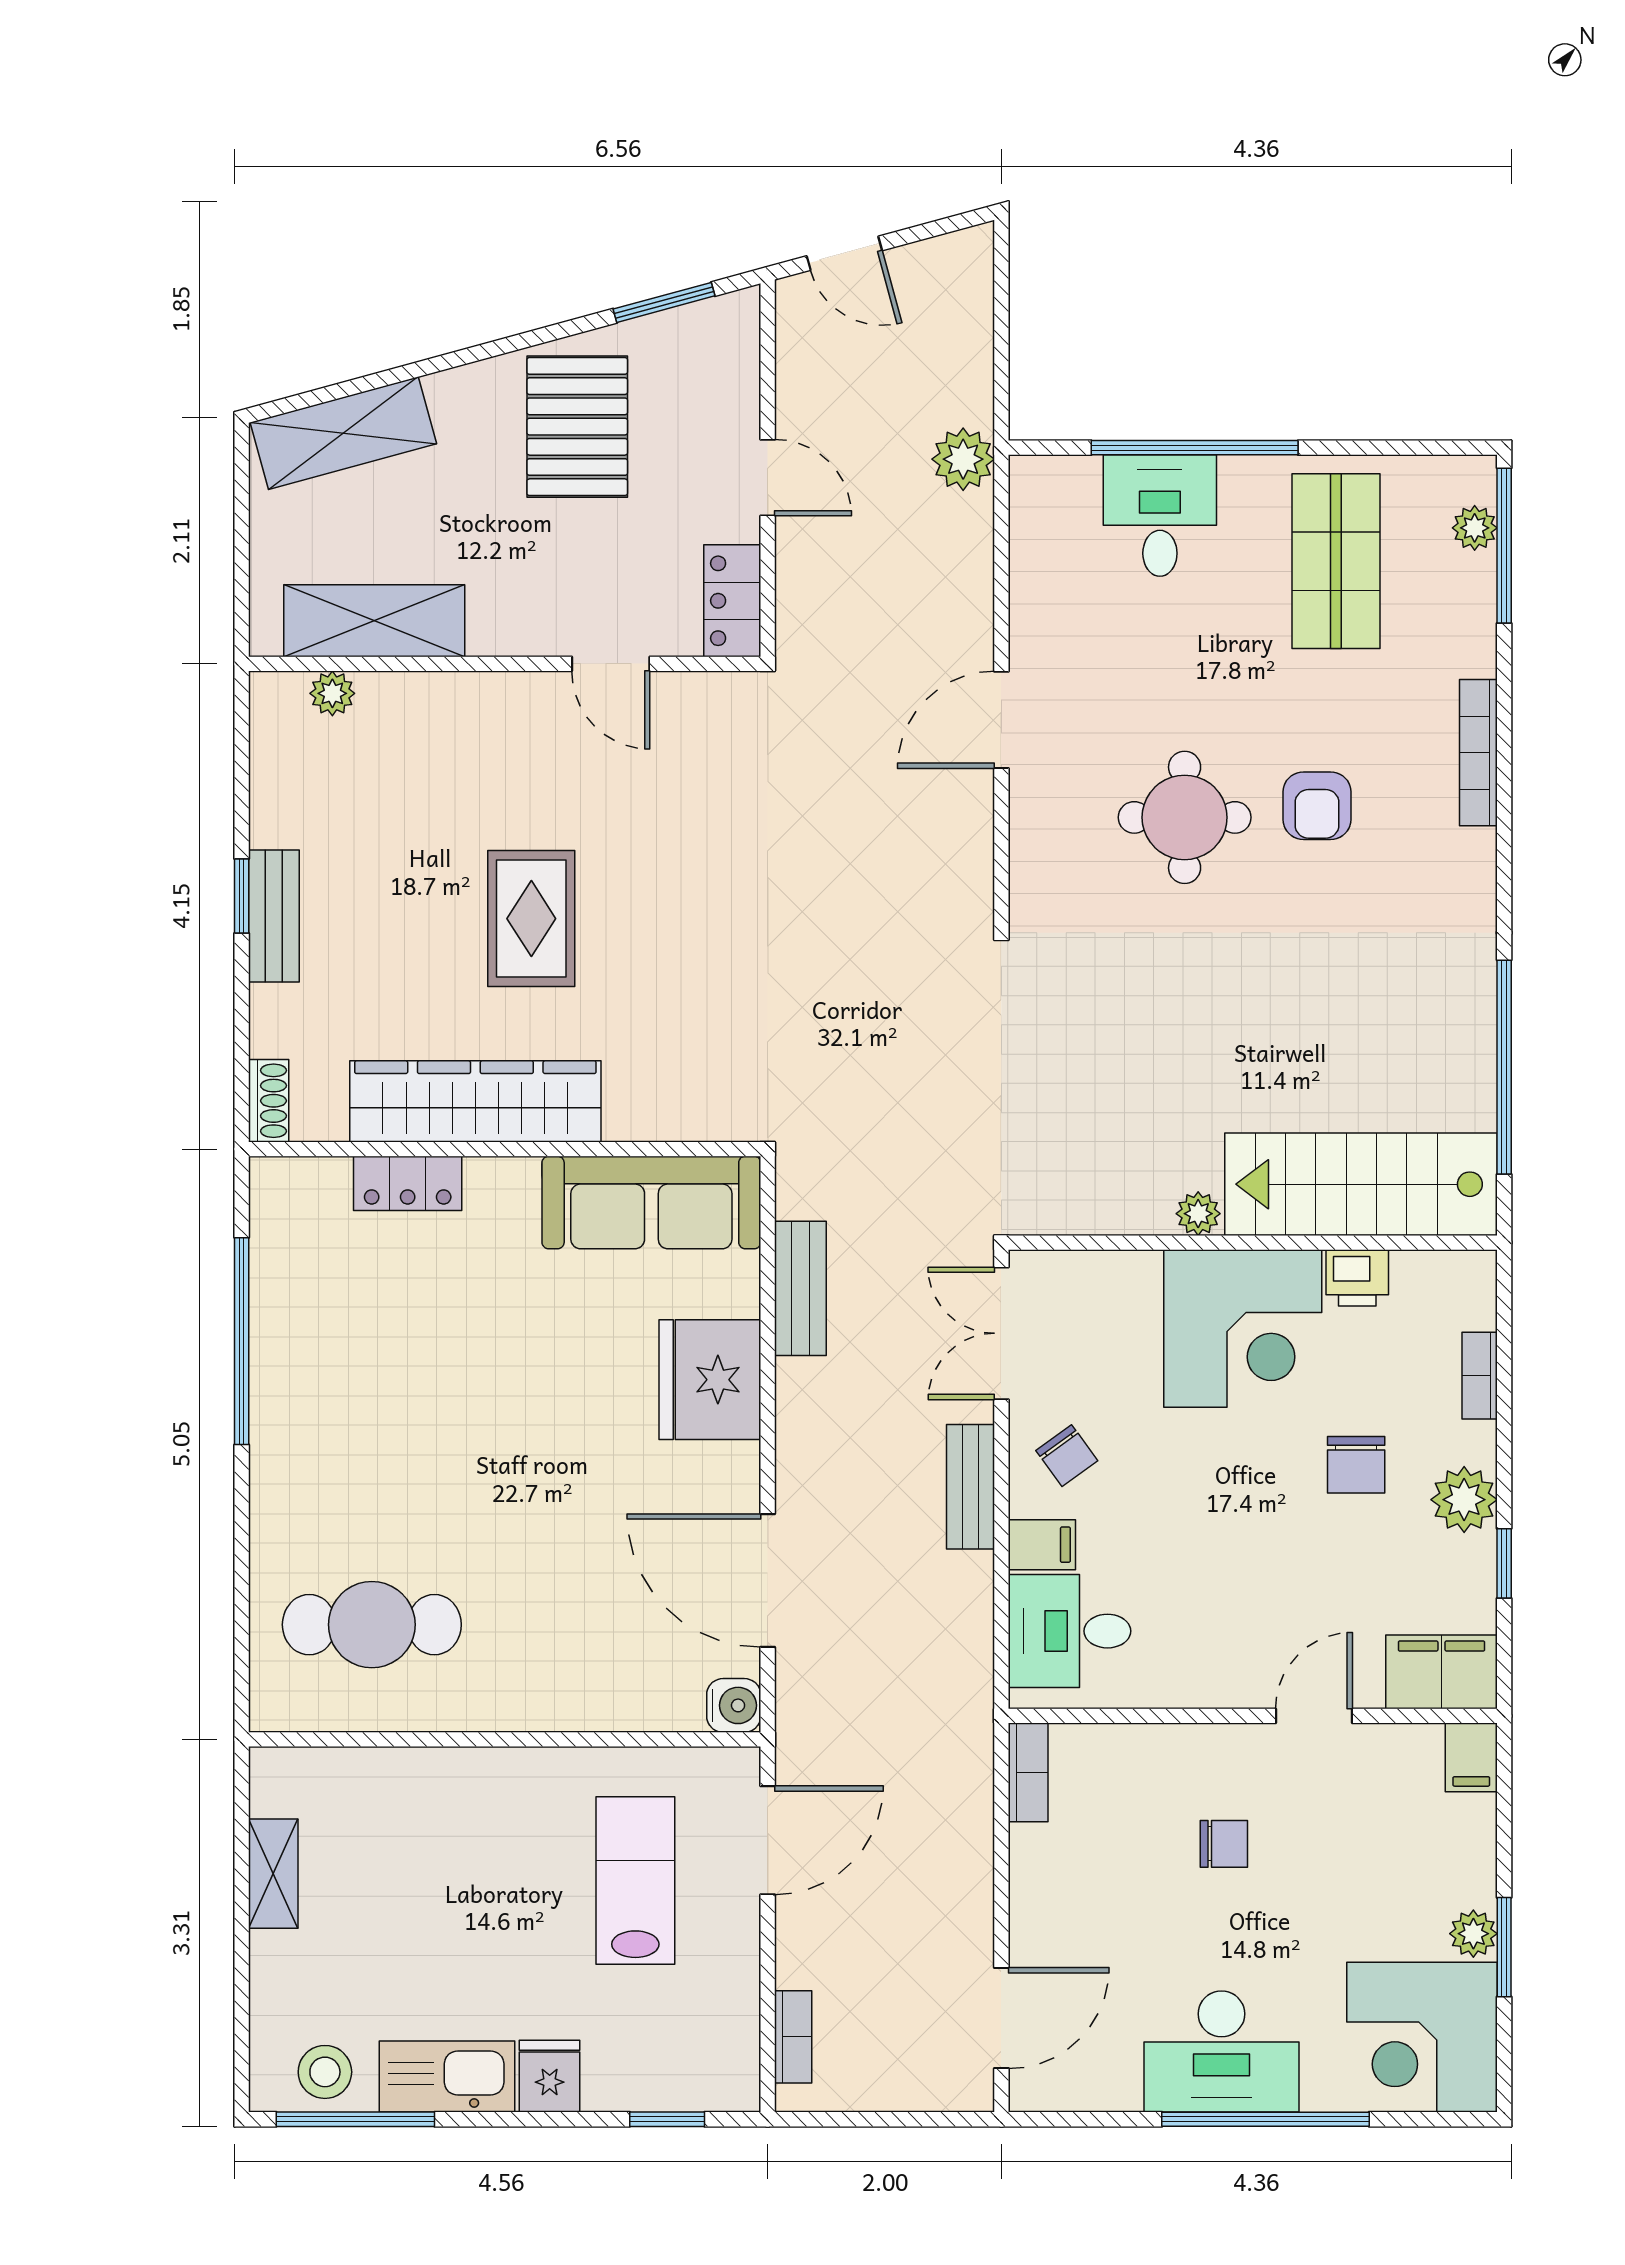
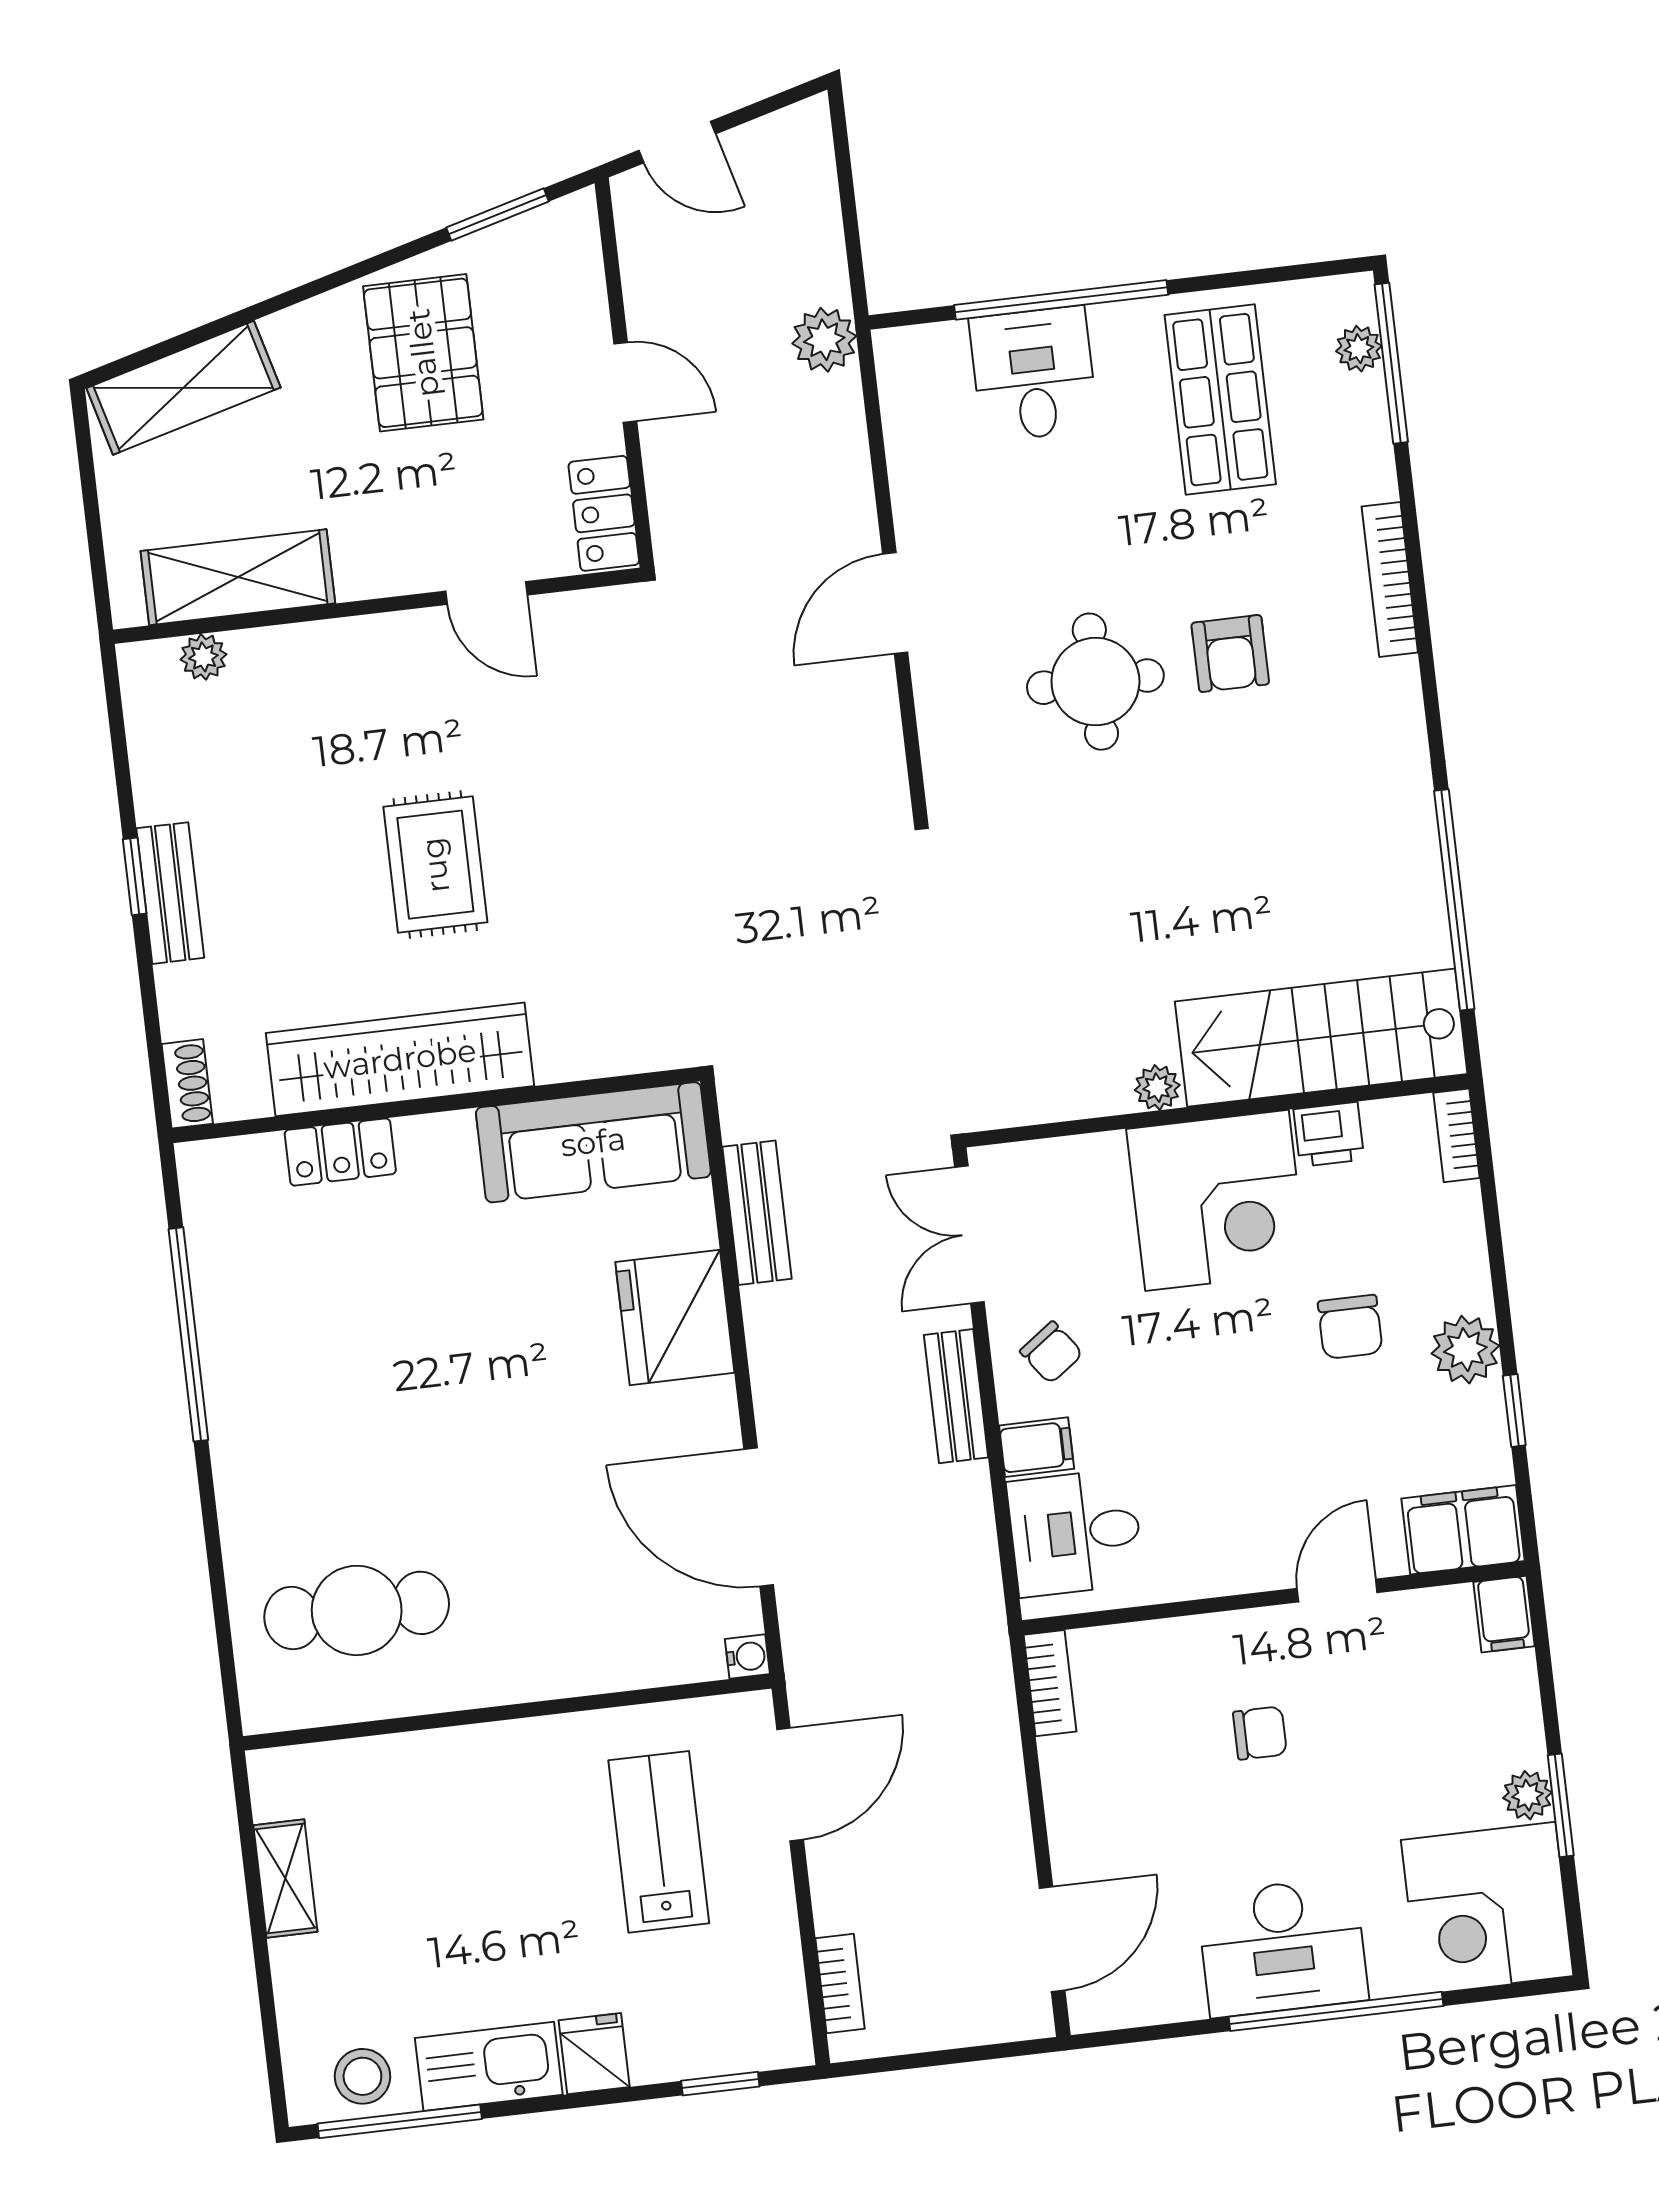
bookcase: (1480, 1376) -> (1457, 1135), moved
water cooler: (734, 1705) -> (747, 1657), width x0.72, depth x0.72

